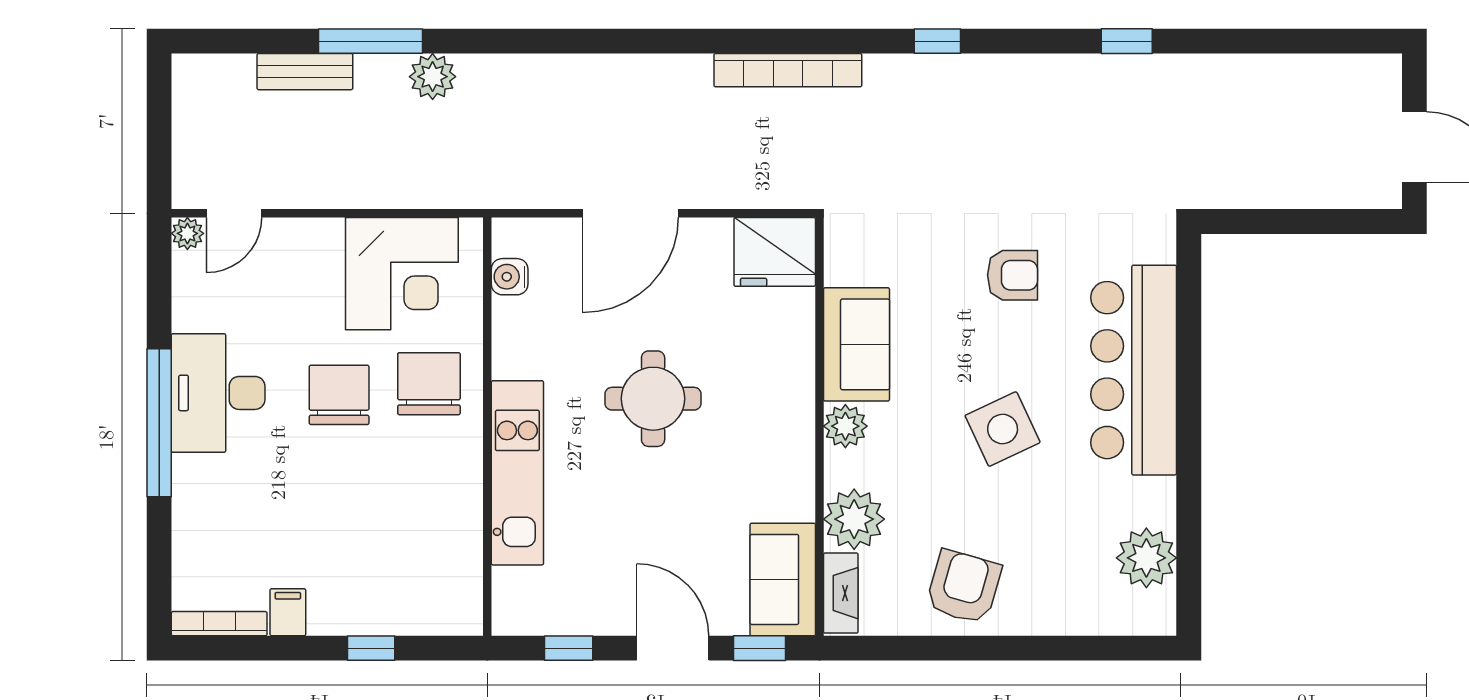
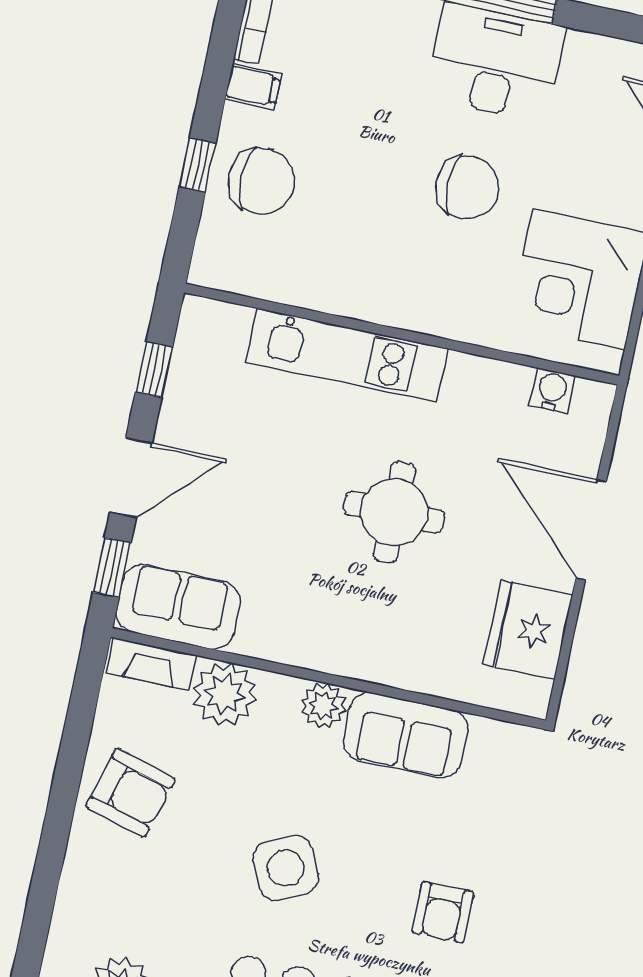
fridge: (775, 252) -> (528, 630), moved
chair: (429, 384) -> (261, 181), moved

